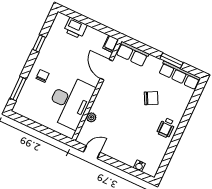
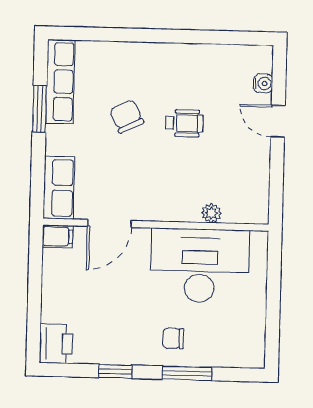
printer: (75, 28) -> (56, 344), moved
window: (18, 89) -> (187, 373), moved
wheelchair: (166, 128) -> (184, 123), moved
door: (92, 152) -> (278, 121), moved

